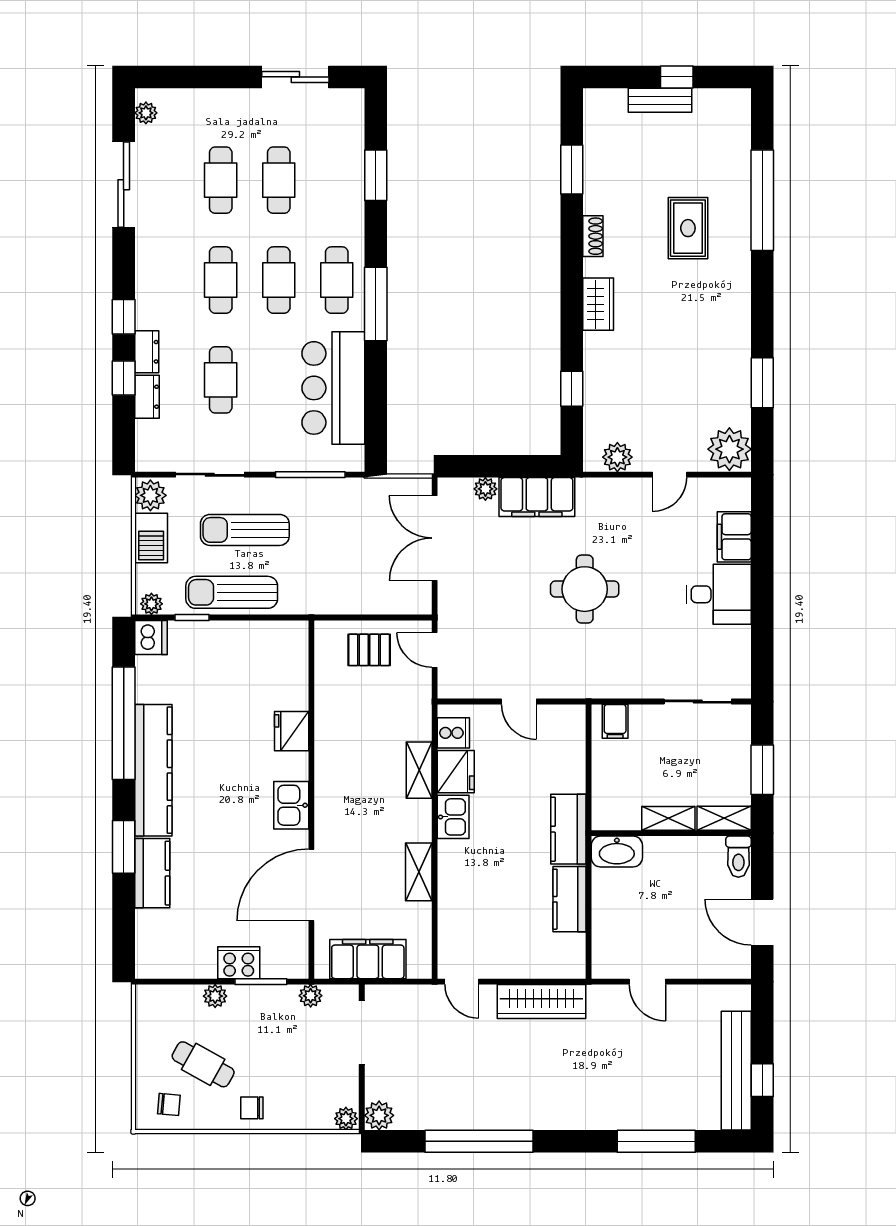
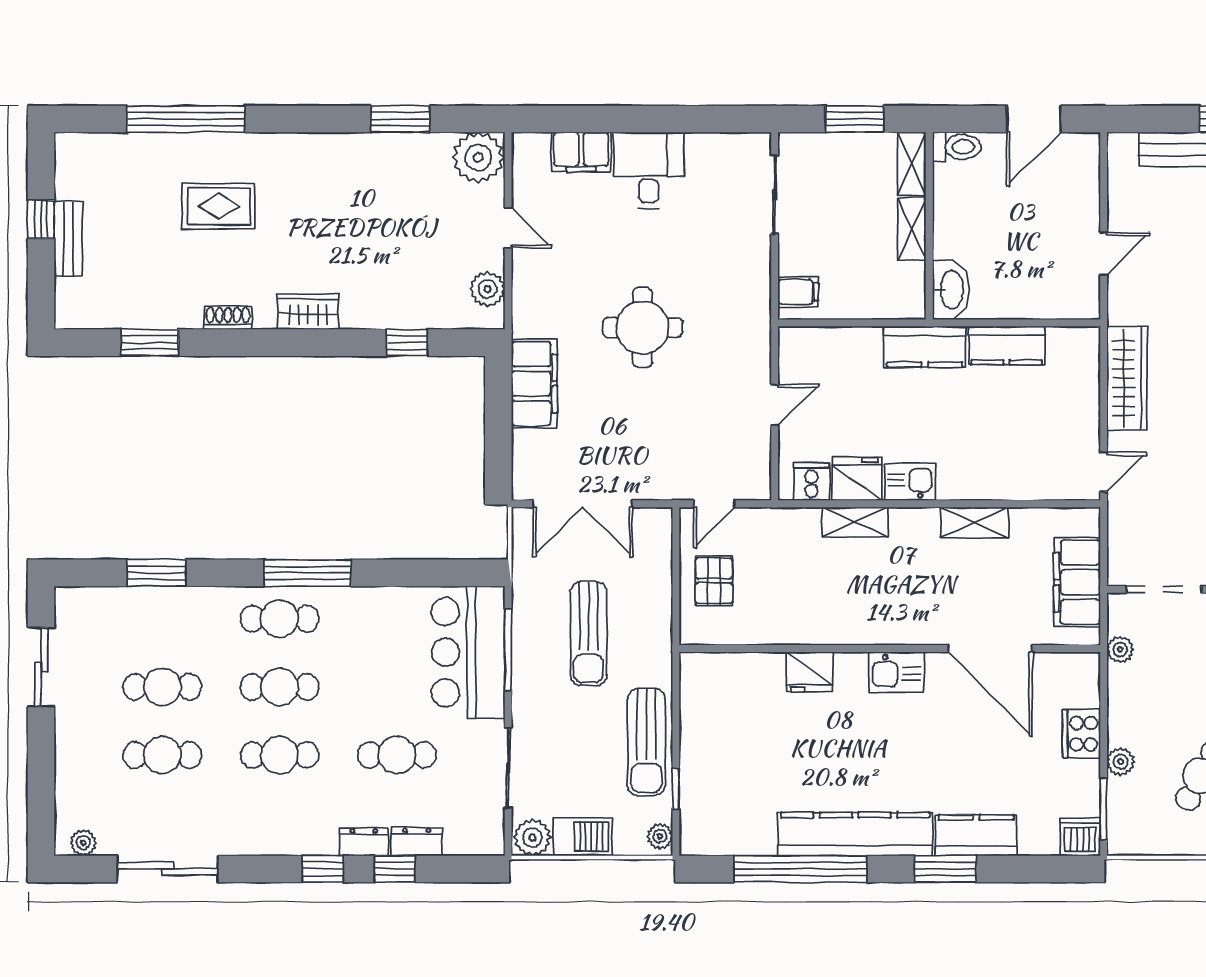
bar counter: (333, 388) -> (468, 652), moved, turned 90
plant: (485, 489) -> (525, 444), removed
sun lounger: (245, 530) -> (589, 634), moved
dishwasher: (151, 637) -> (1080, 837), moved
window: (261, 982) -> (1104, 809), moved

